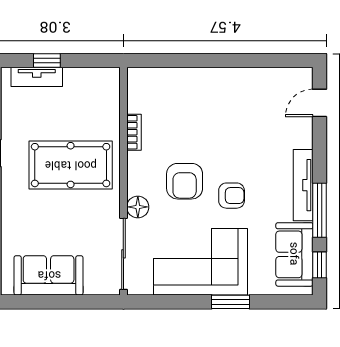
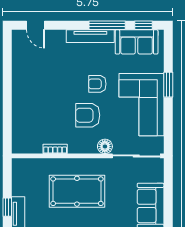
pool table: (71, 165) -> (77, 191), turned 90
armchair: (185, 181) -> (88, 115), turned 180
armchair: (232, 196) -> (97, 84), turned -90

